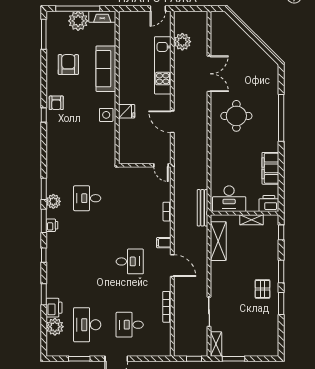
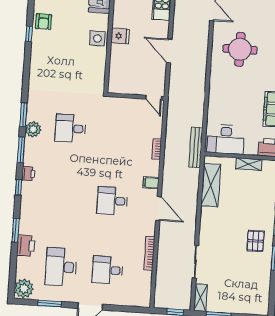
printer: (52, 225) -> (28, 174), moved
desk: (130, 261) -> (112, 201), turned 180
plant: (55, 327) -> (24, 289), moved

